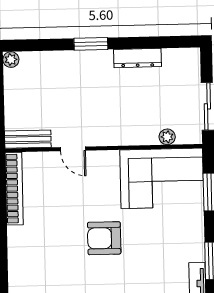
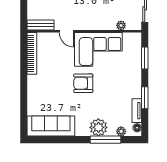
corner sofa: (162, 178) -> (98, 49), moved

